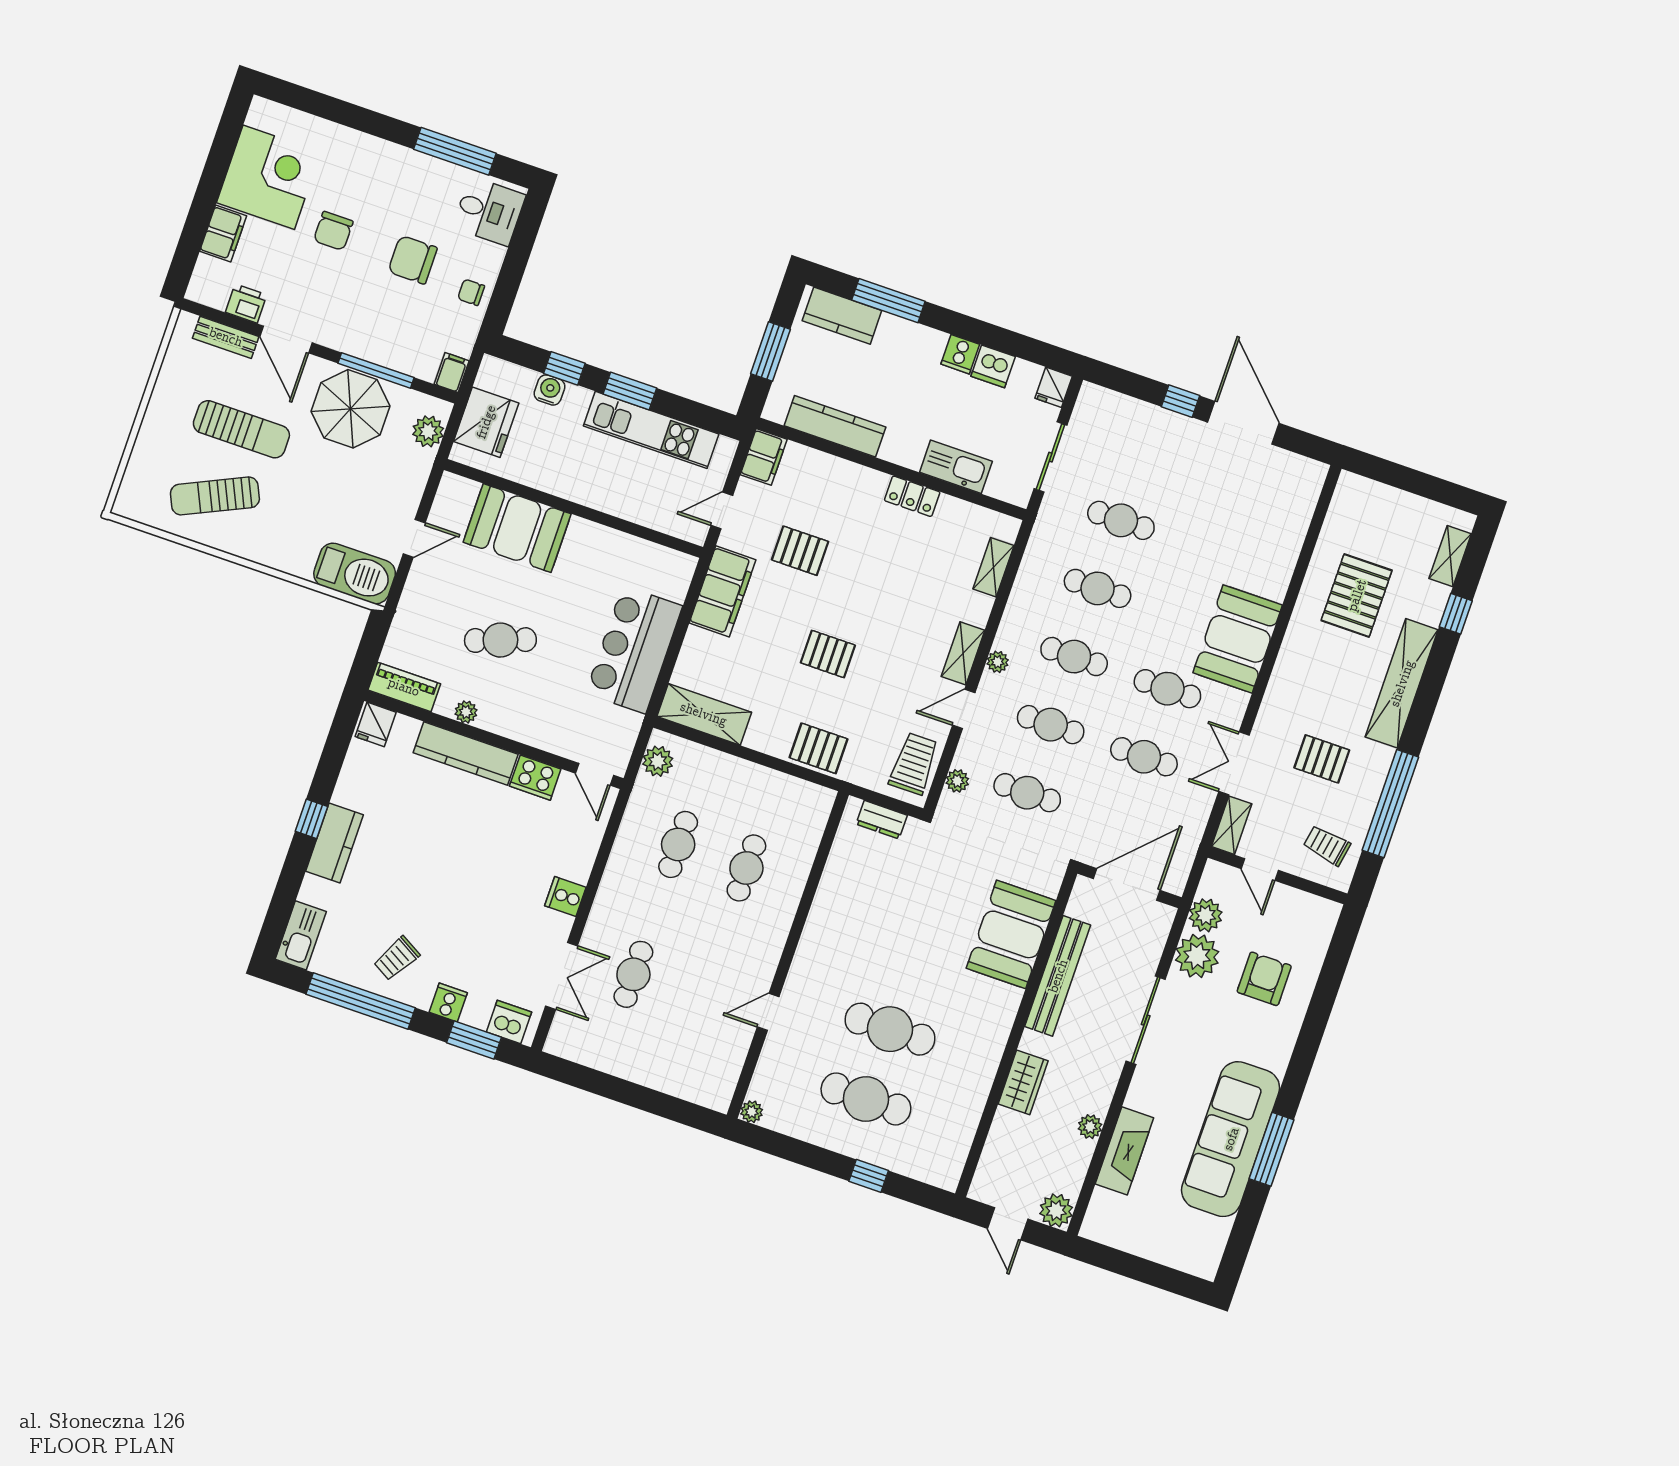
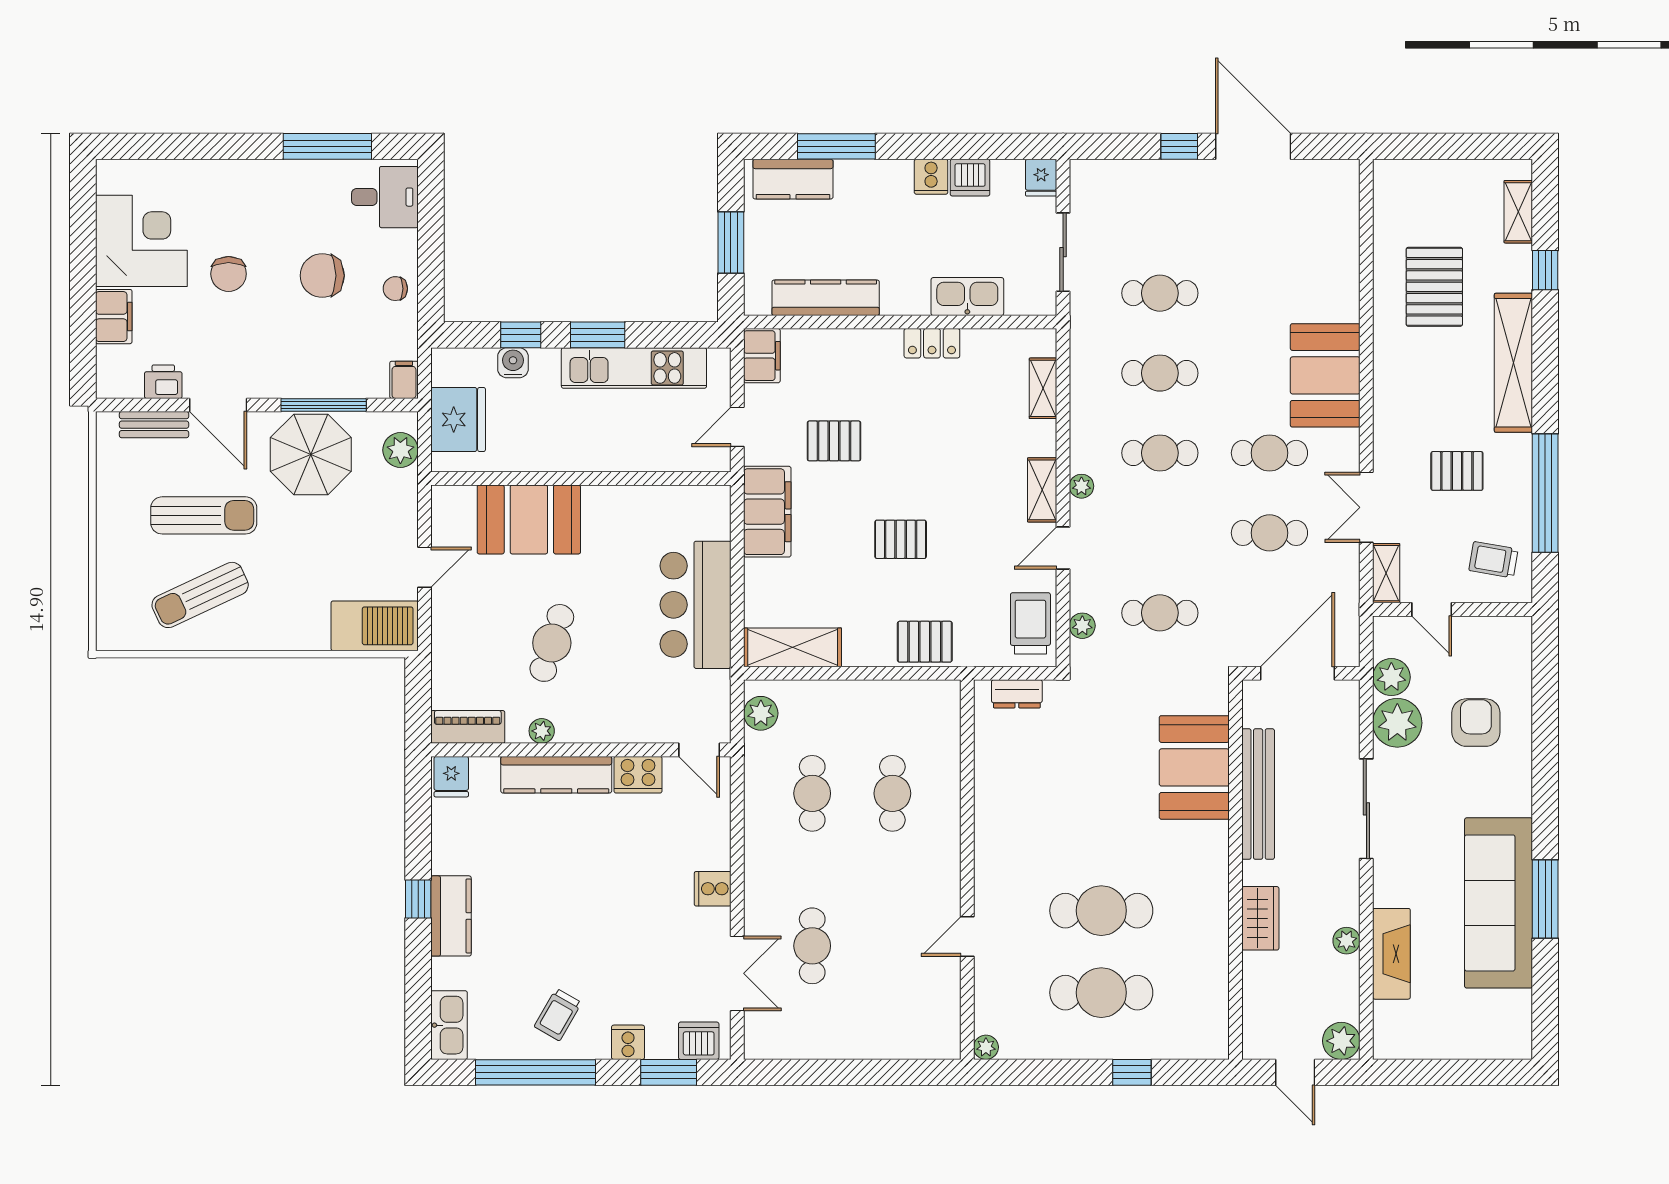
cafe table: (500, 640) -> (552, 643), turned -52
cafe table: (1051, 725) -> (1160, 533), removed

